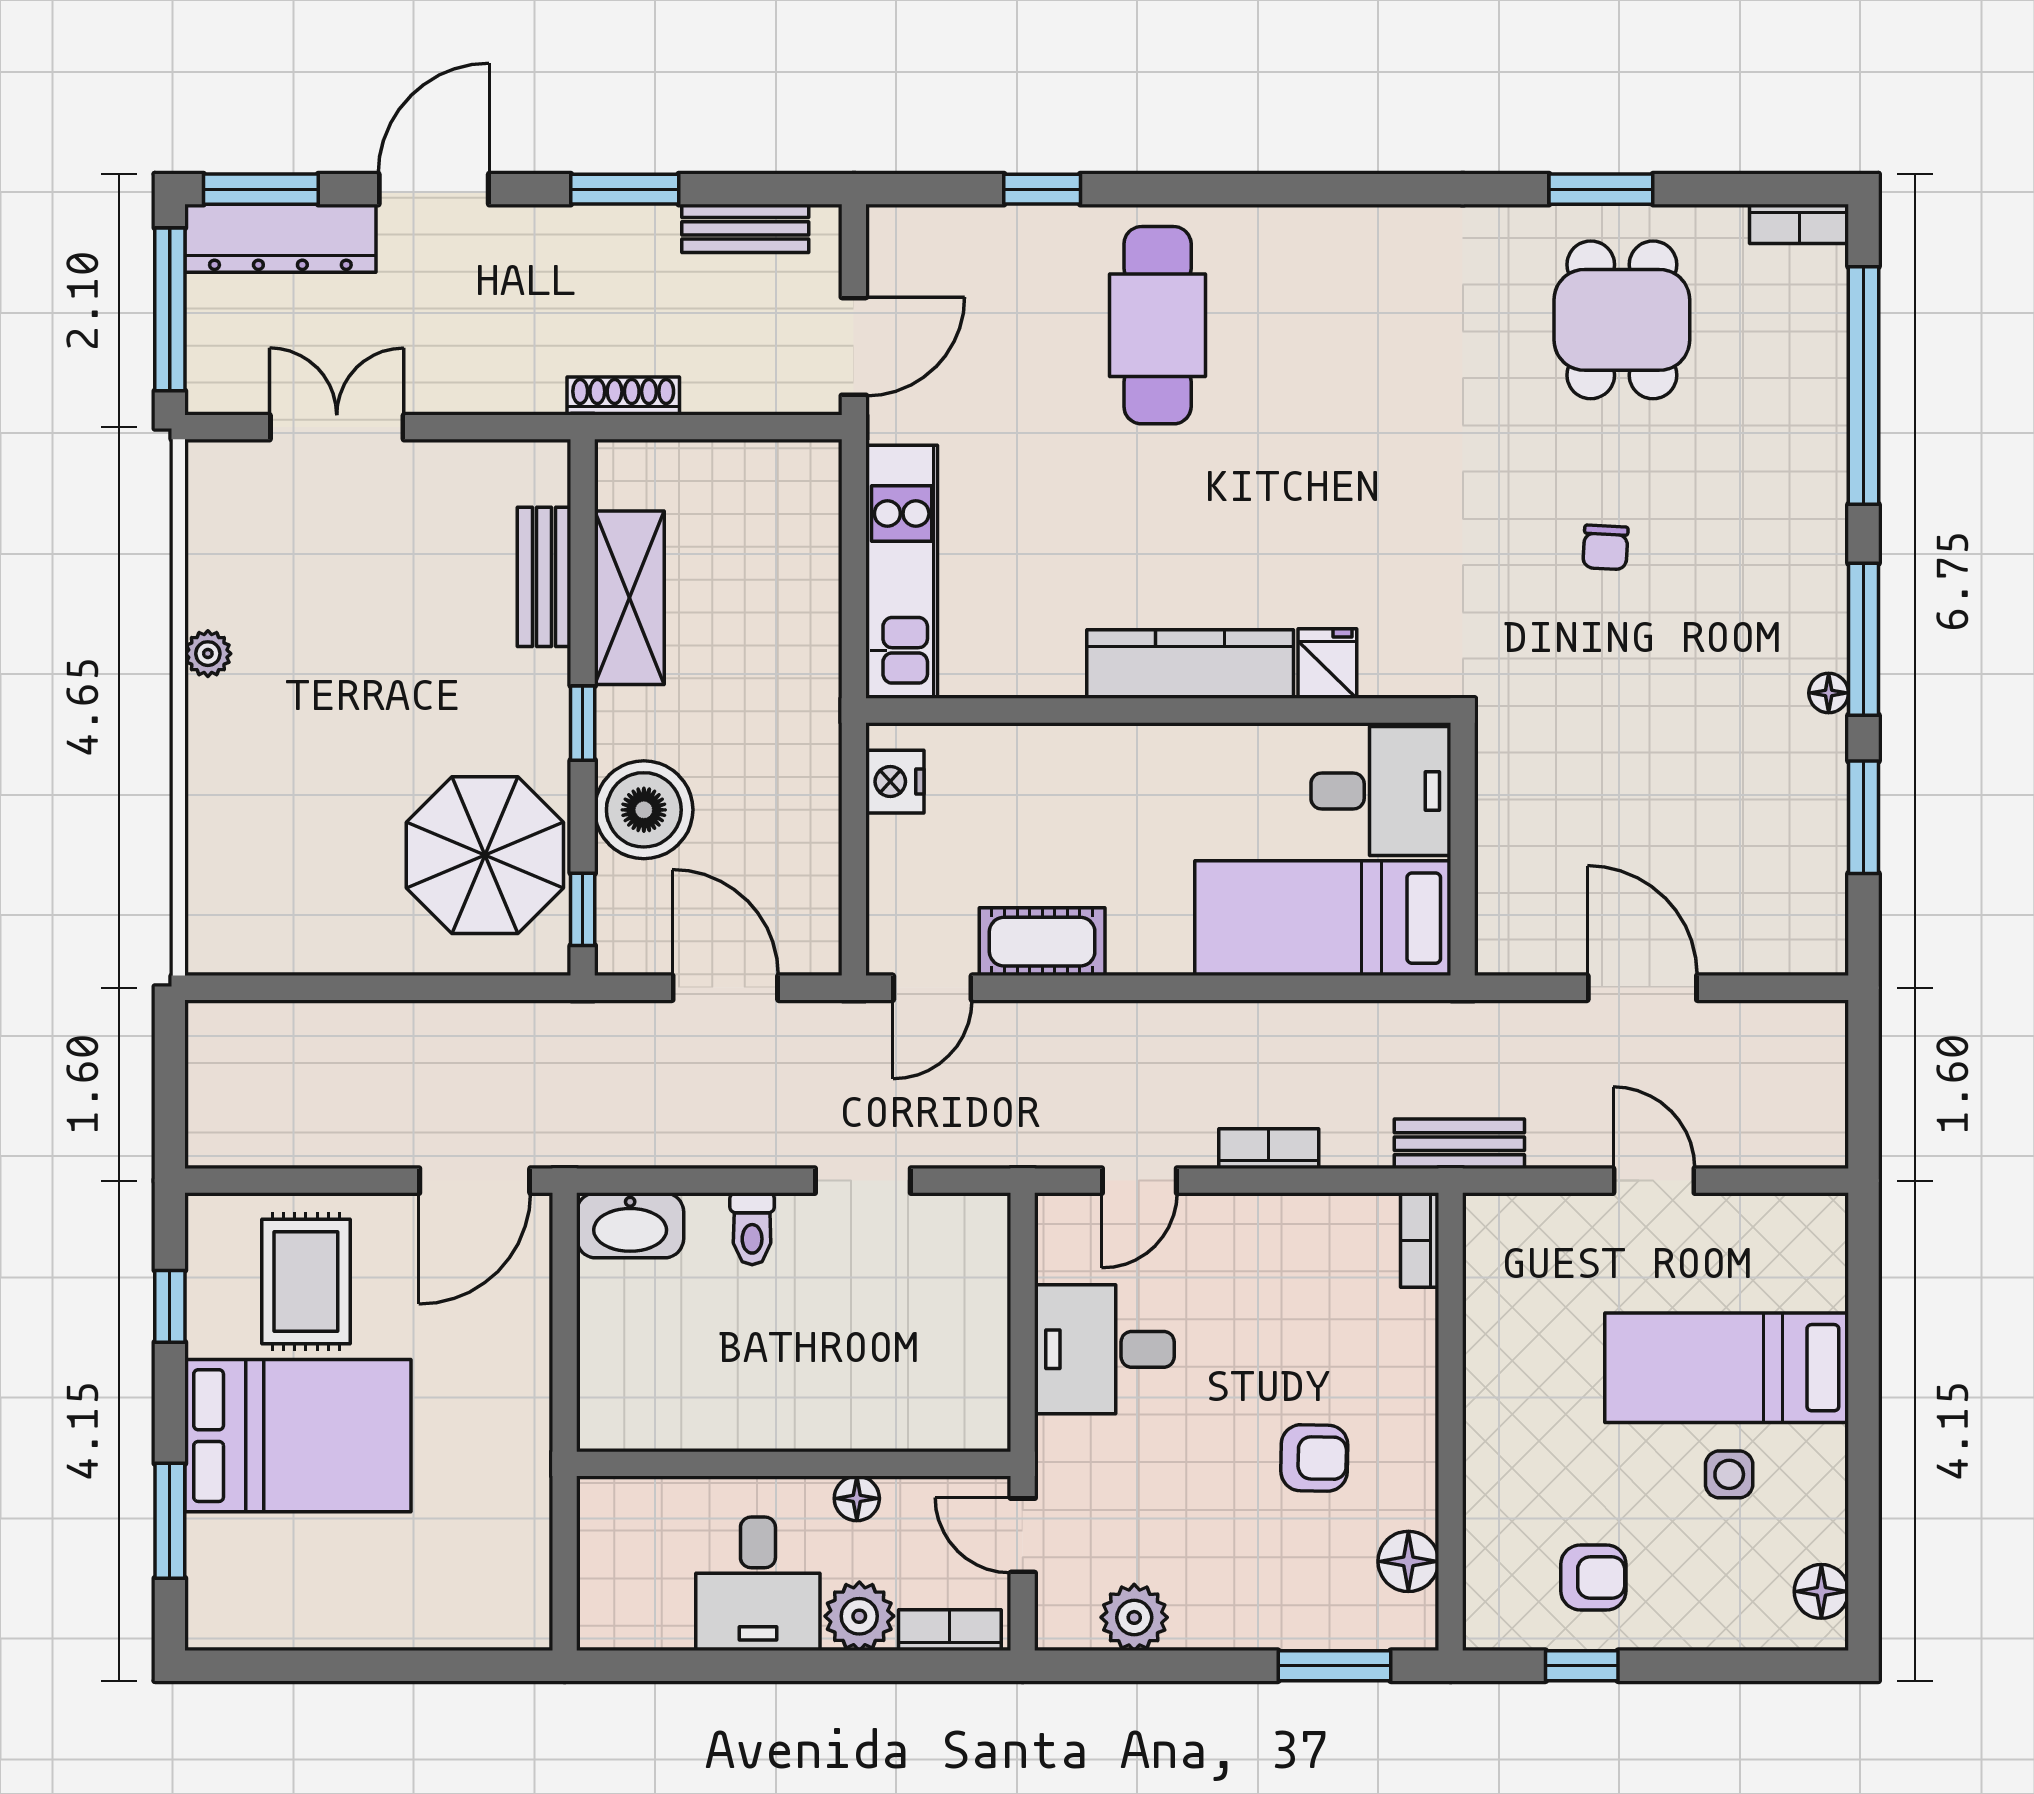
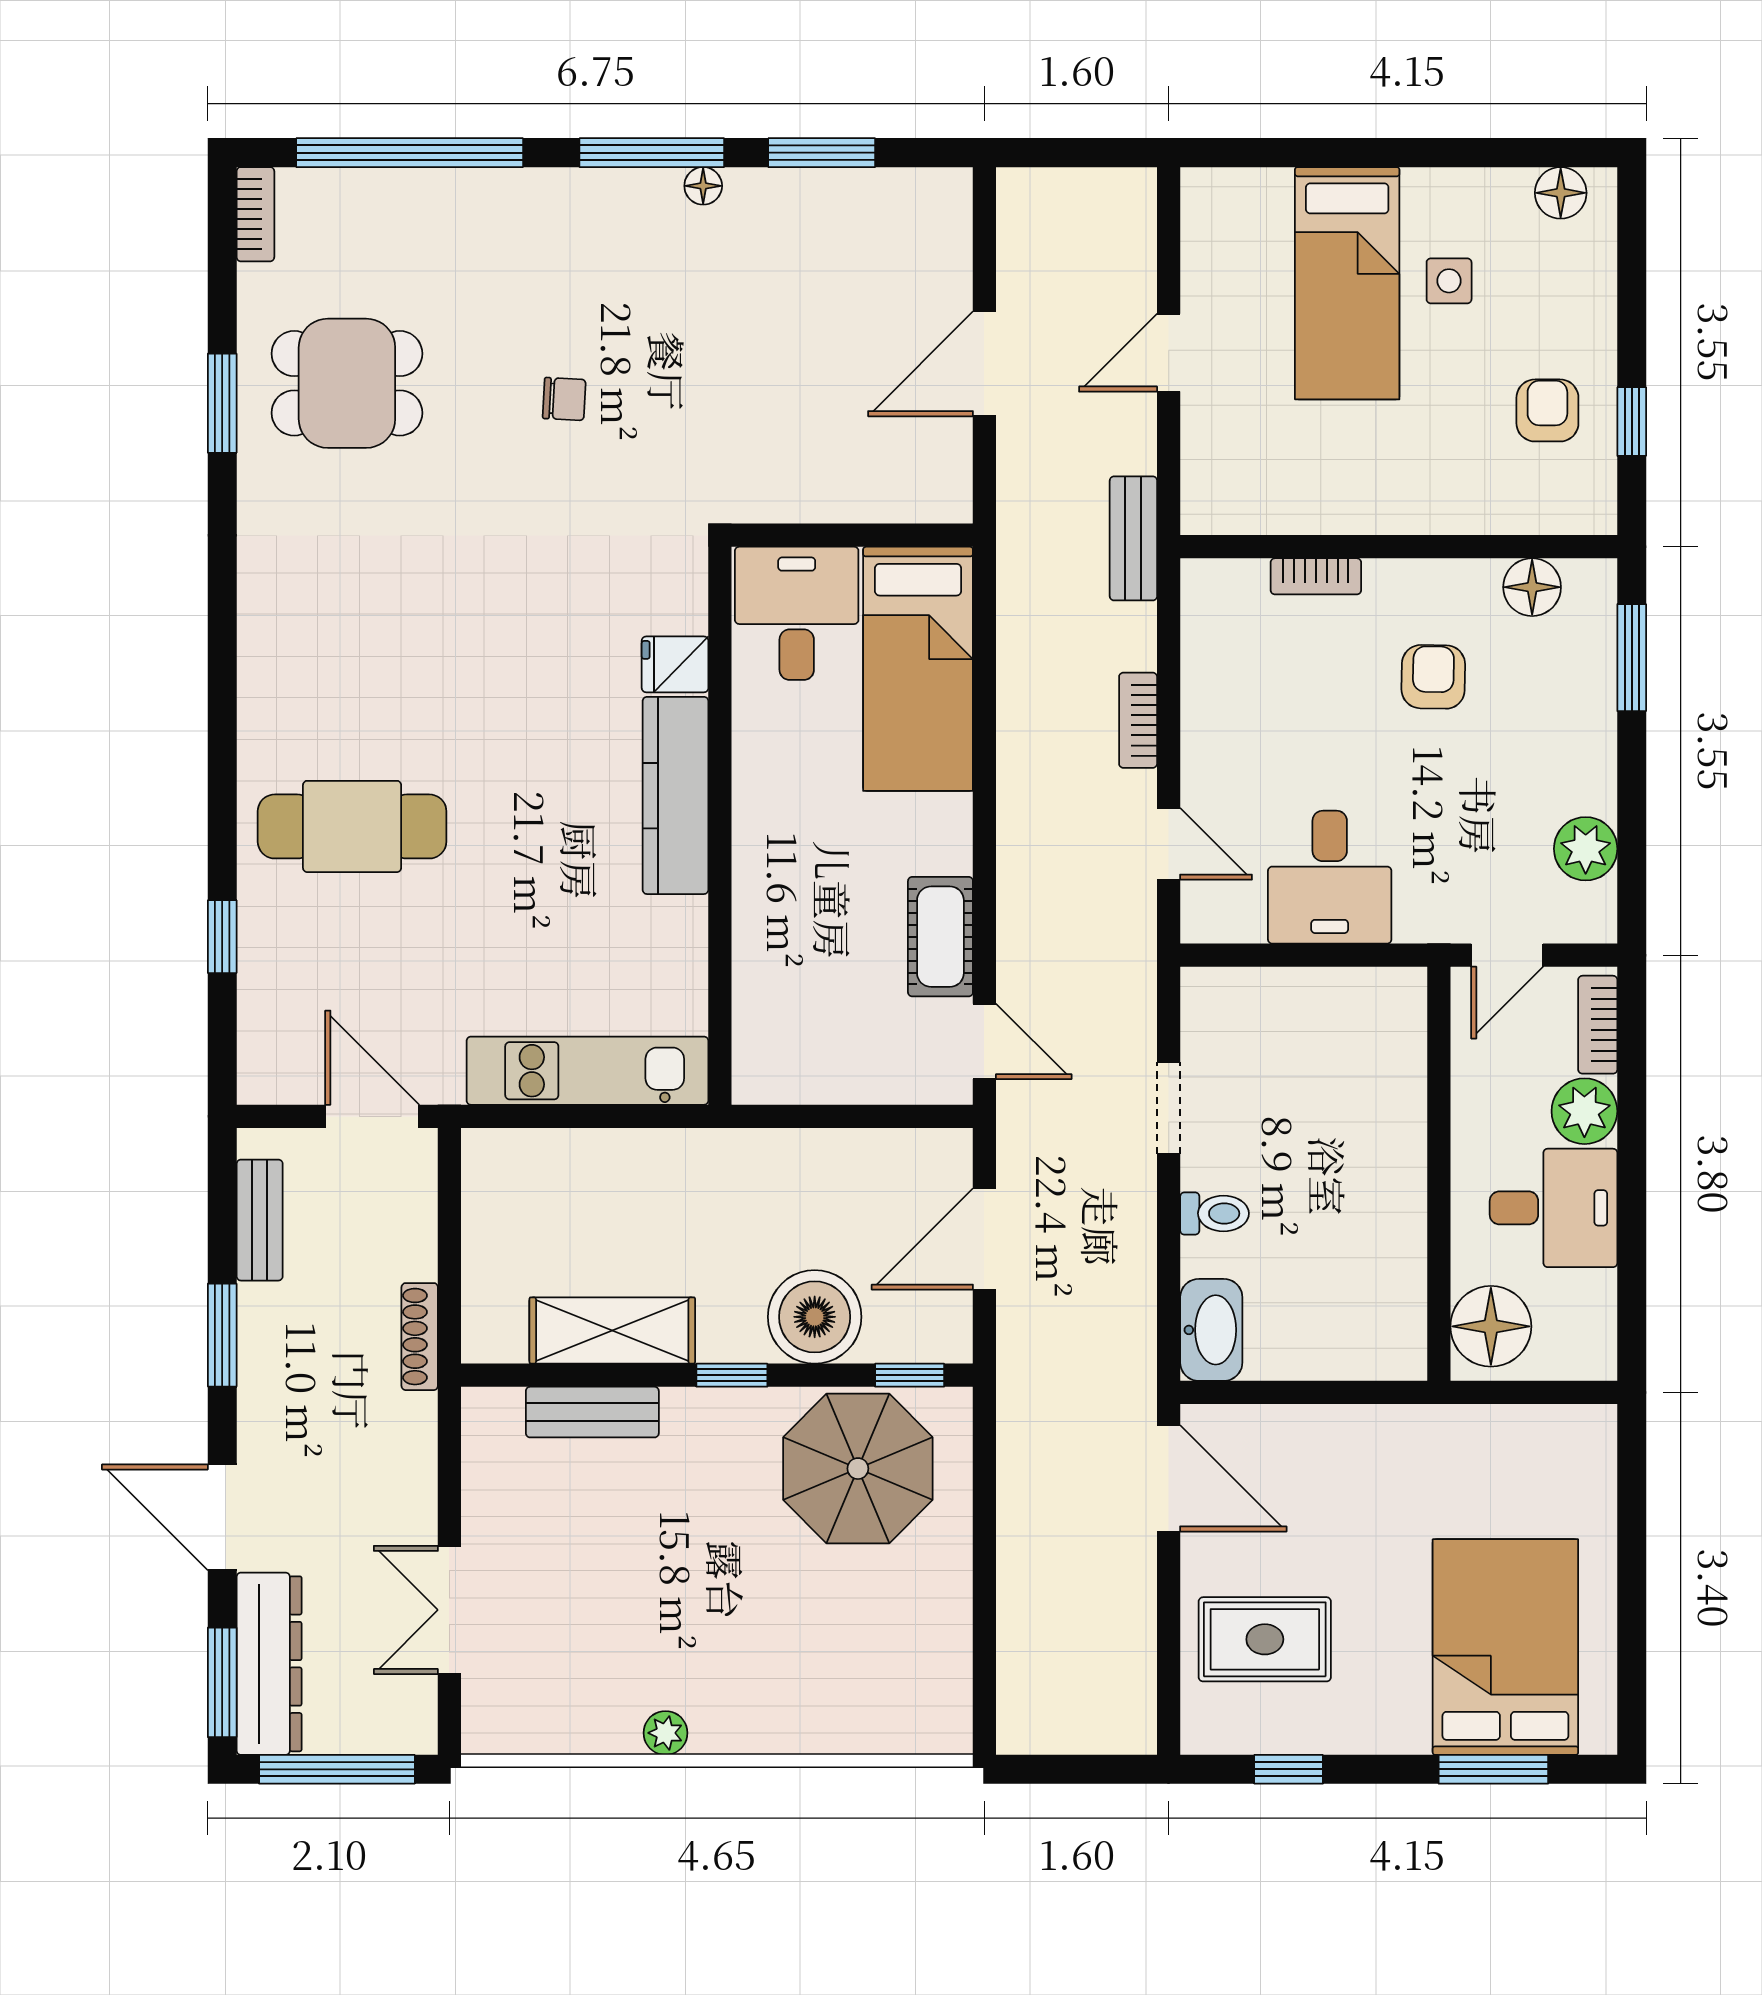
nightstand: (895, 782) -> (788, 1077), removed
bookcase: (1420, 1240) -> (1316, 576), moved
bed: (298, 1436) -> (1505, 1647), moved
floor lamp: (857, 1498) -> (1491, 1326), moved, width x1.89, depth x1.89

